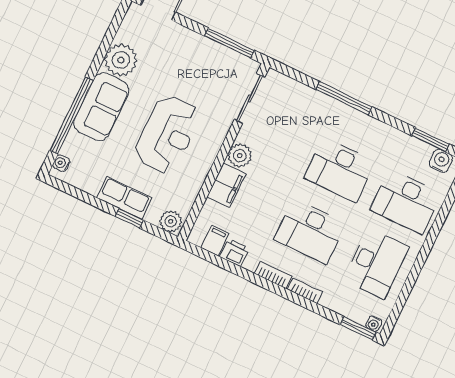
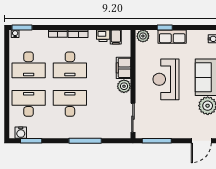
desk: (310, 231) -> (70, 65), turned 180
desk: (376, 263) -> (29, 65), turned -90

